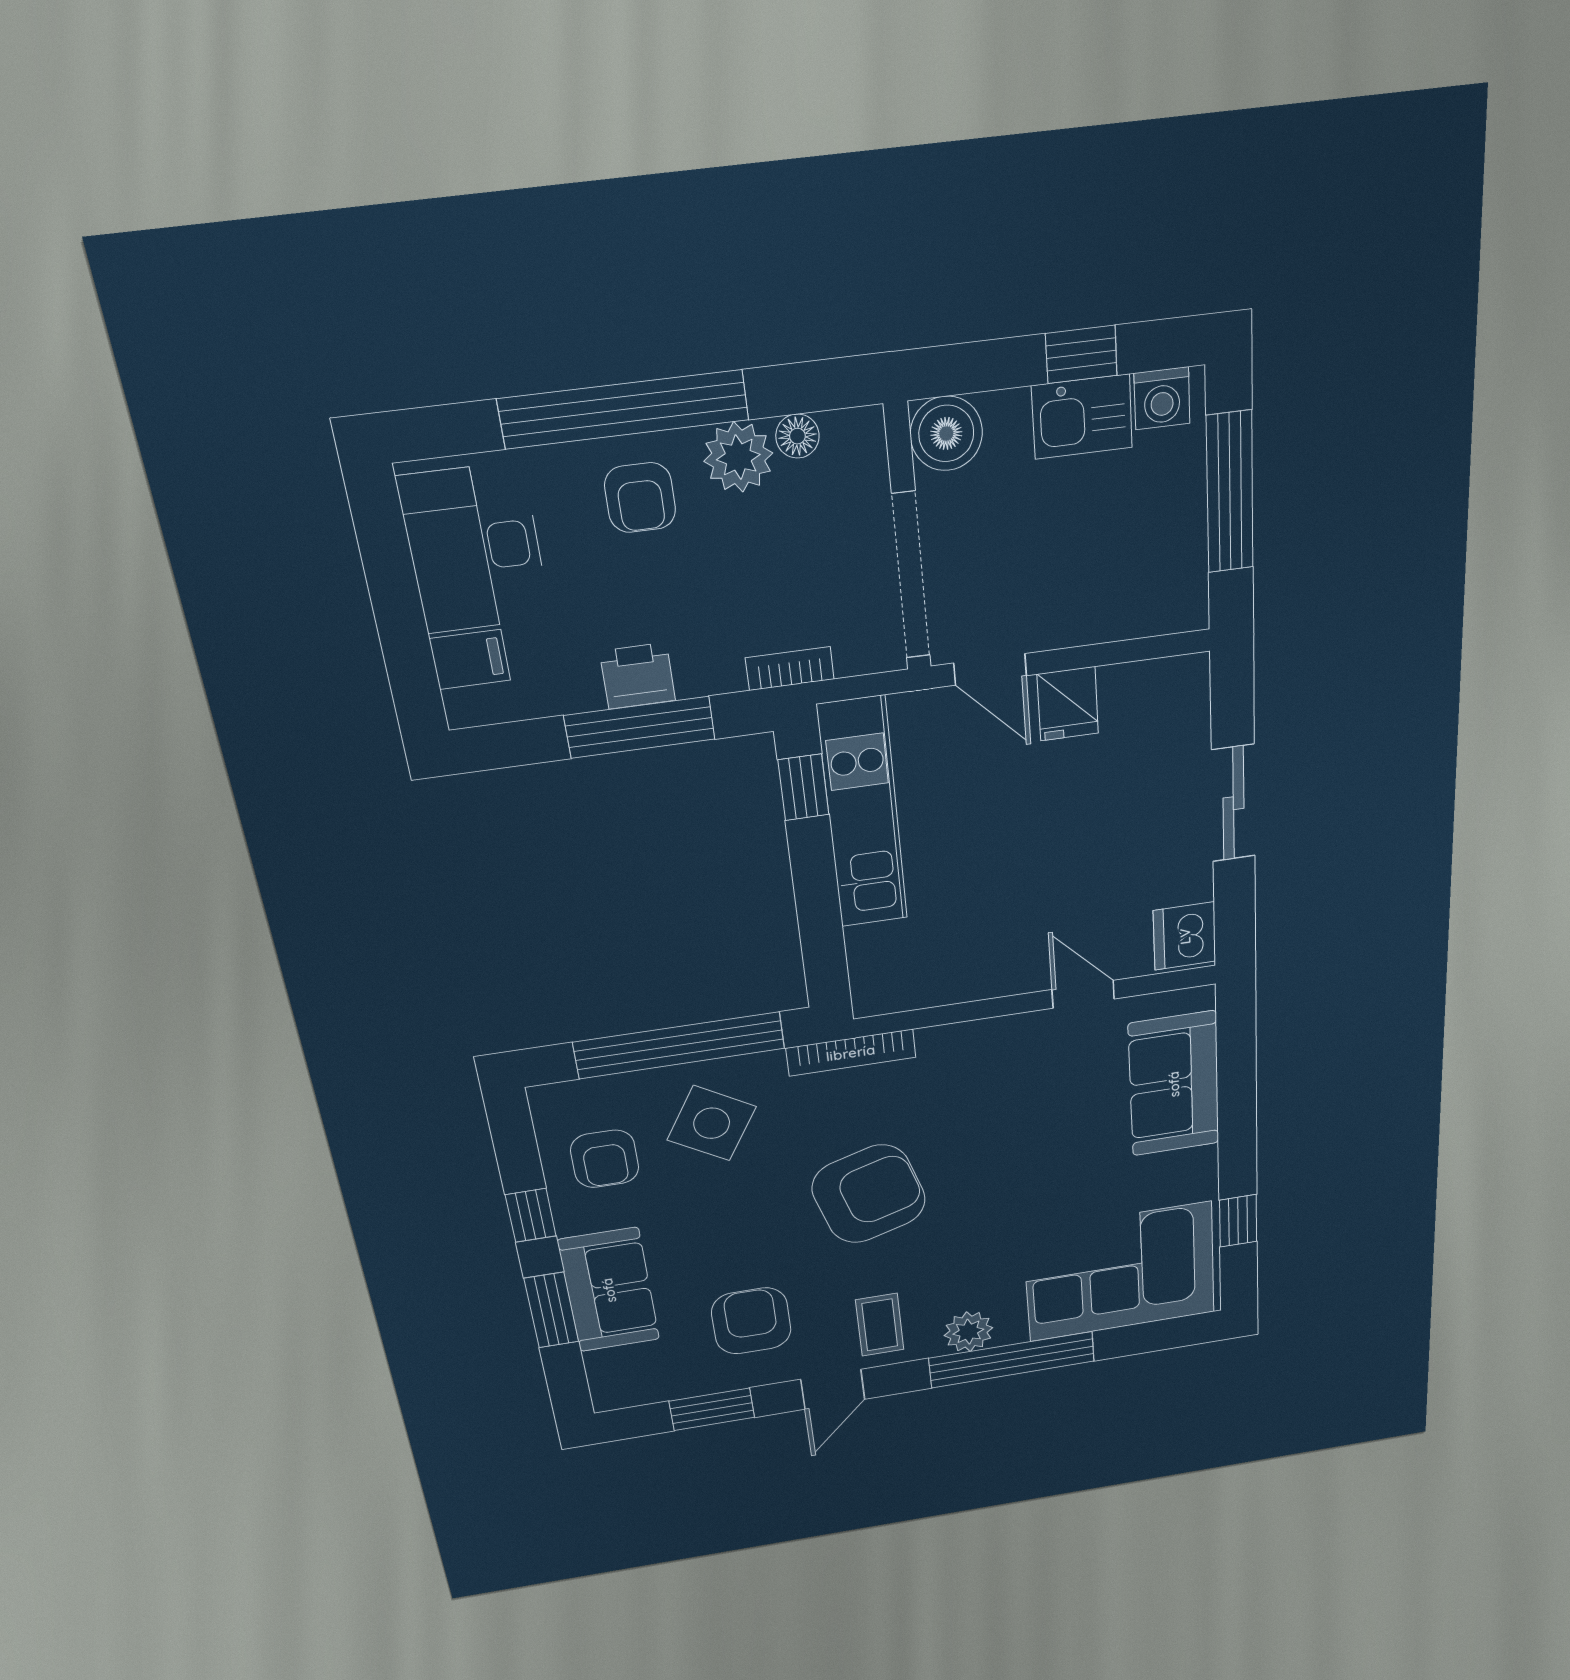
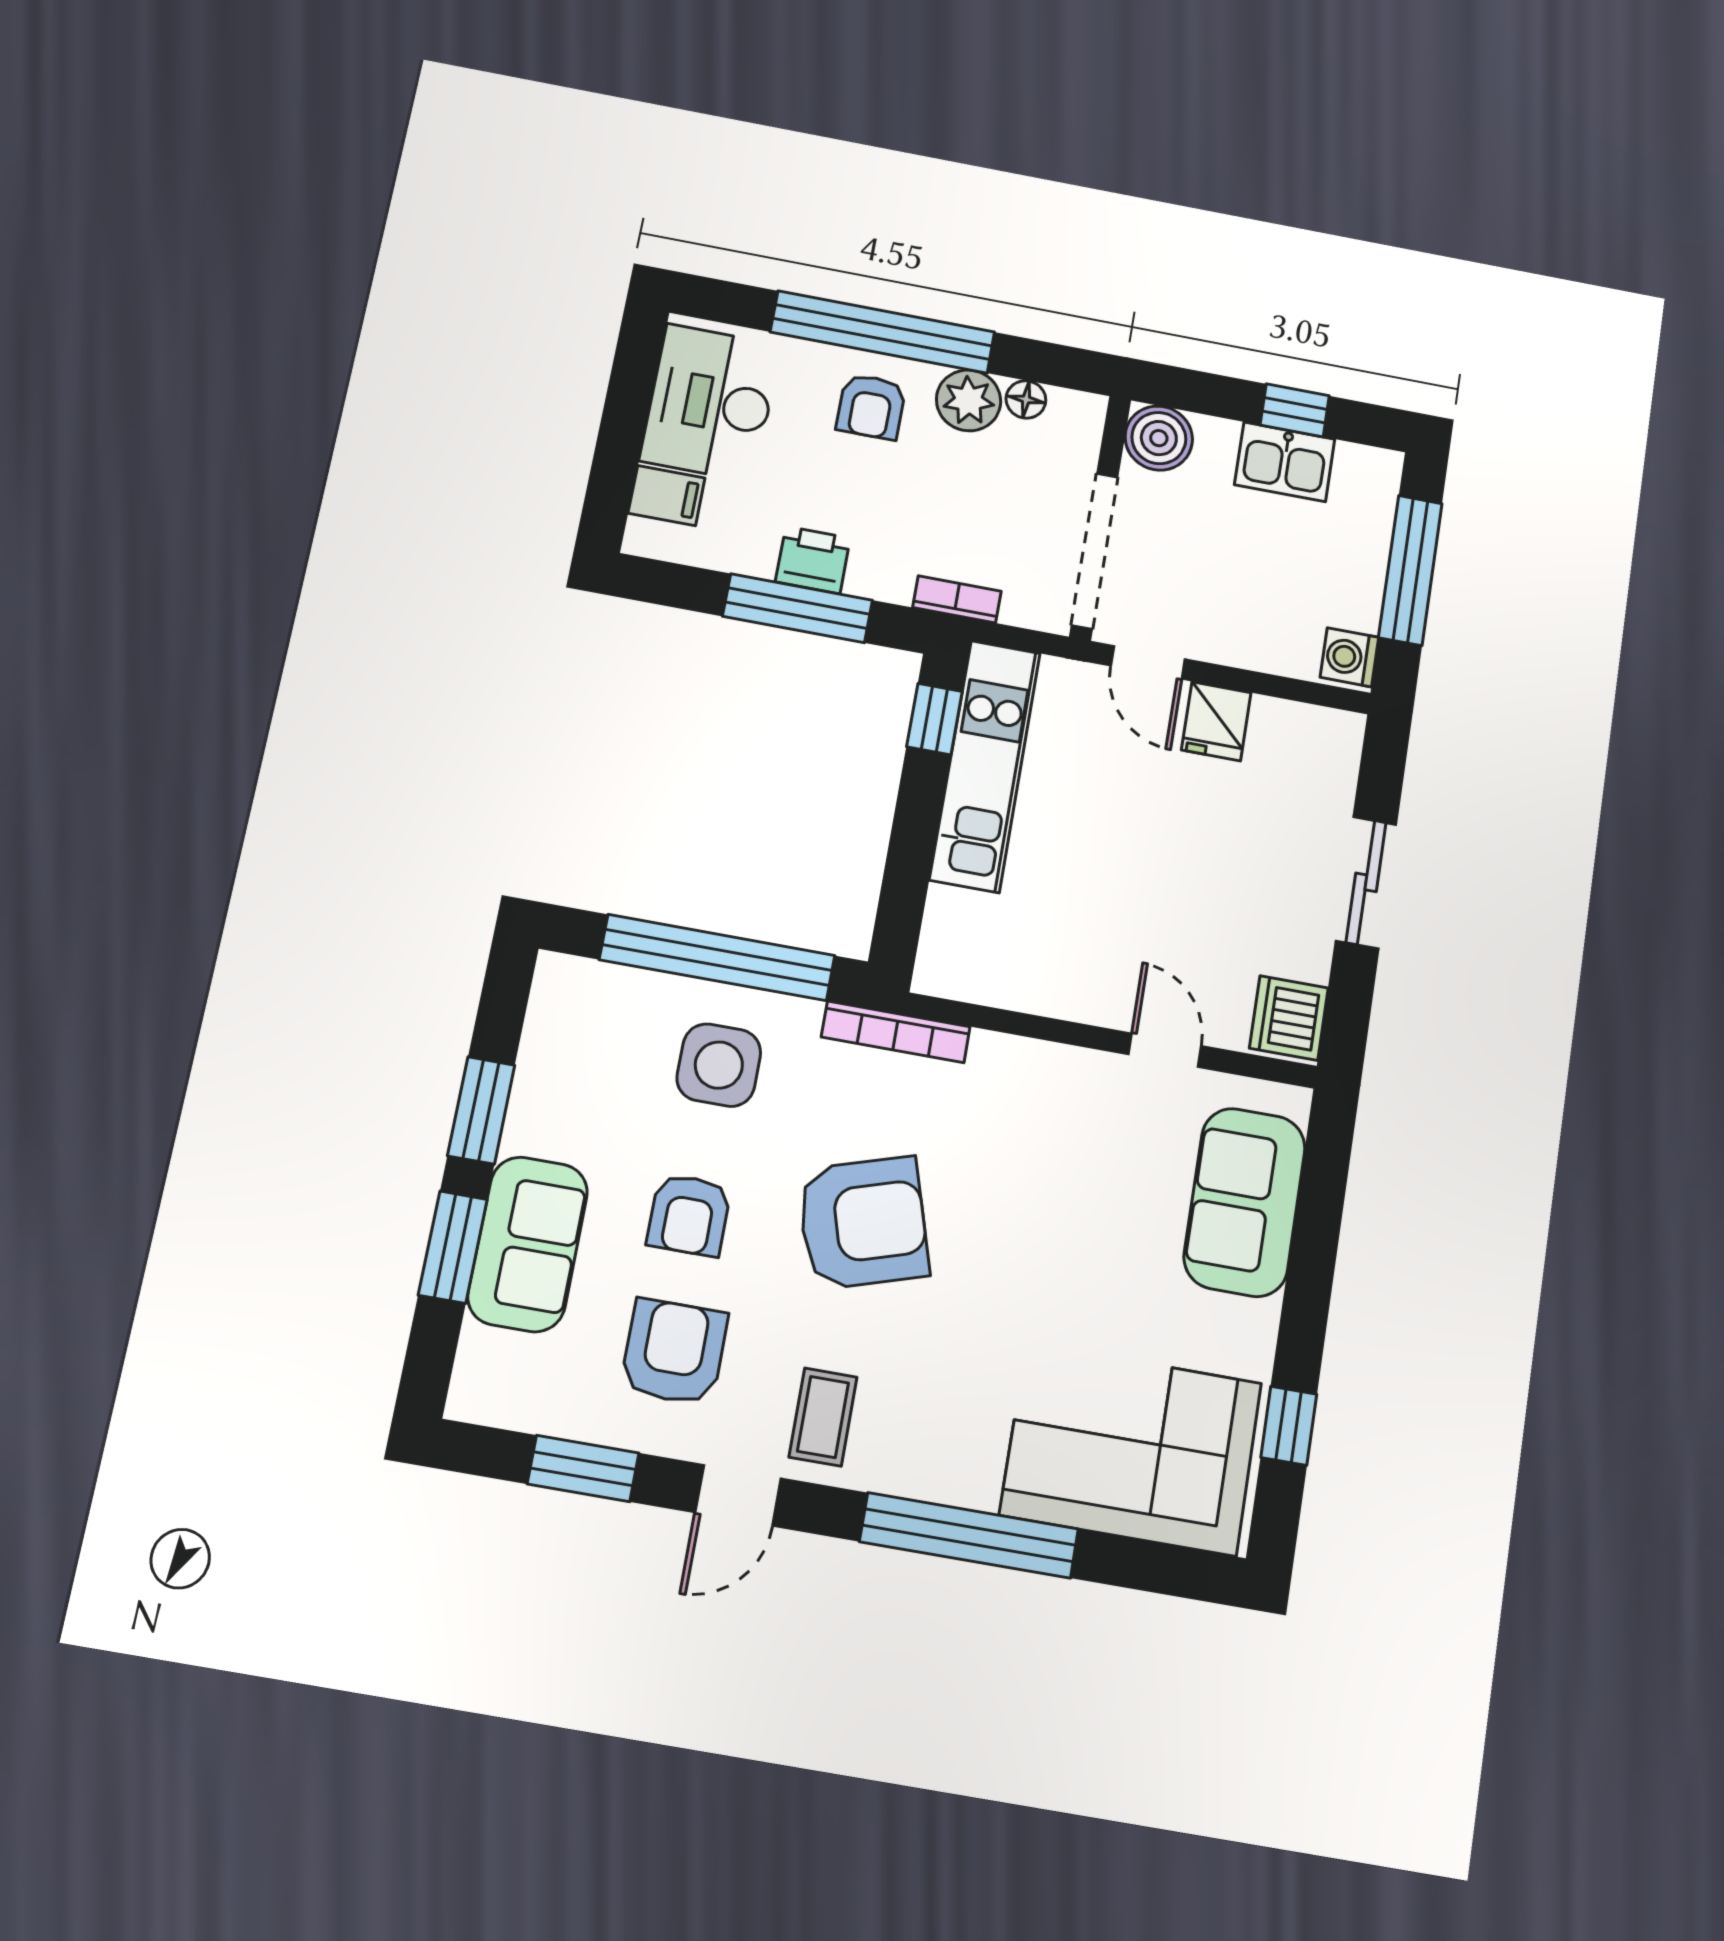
washing machine: (1162, 398) -> (1349, 657), moved, turned 90
side table: (712, 1123) -> (719, 1065), turned -31
armchair: (605, 1159) -> (689, 1215), moved
window: (531, 1215) -> (481, 1110), width x1.50
plant: (968, 1332) -> (927, 1470), removed

